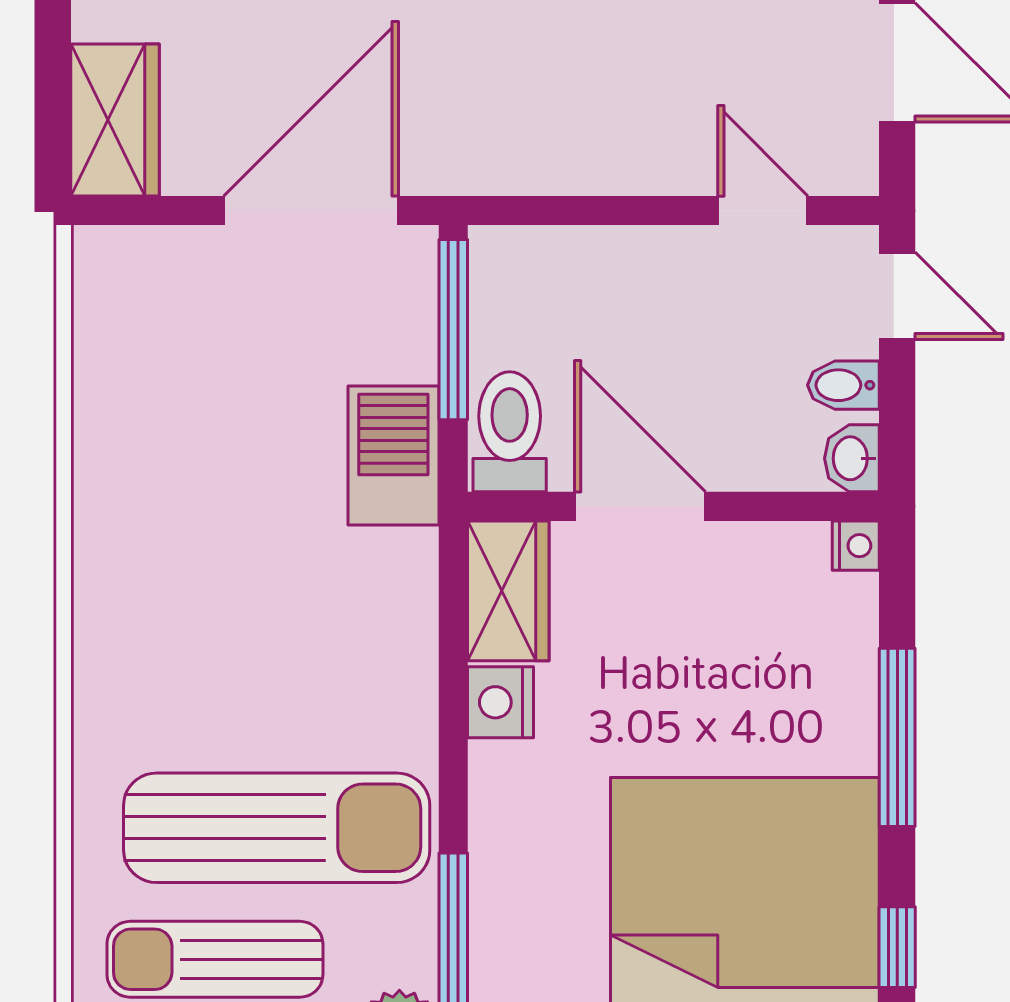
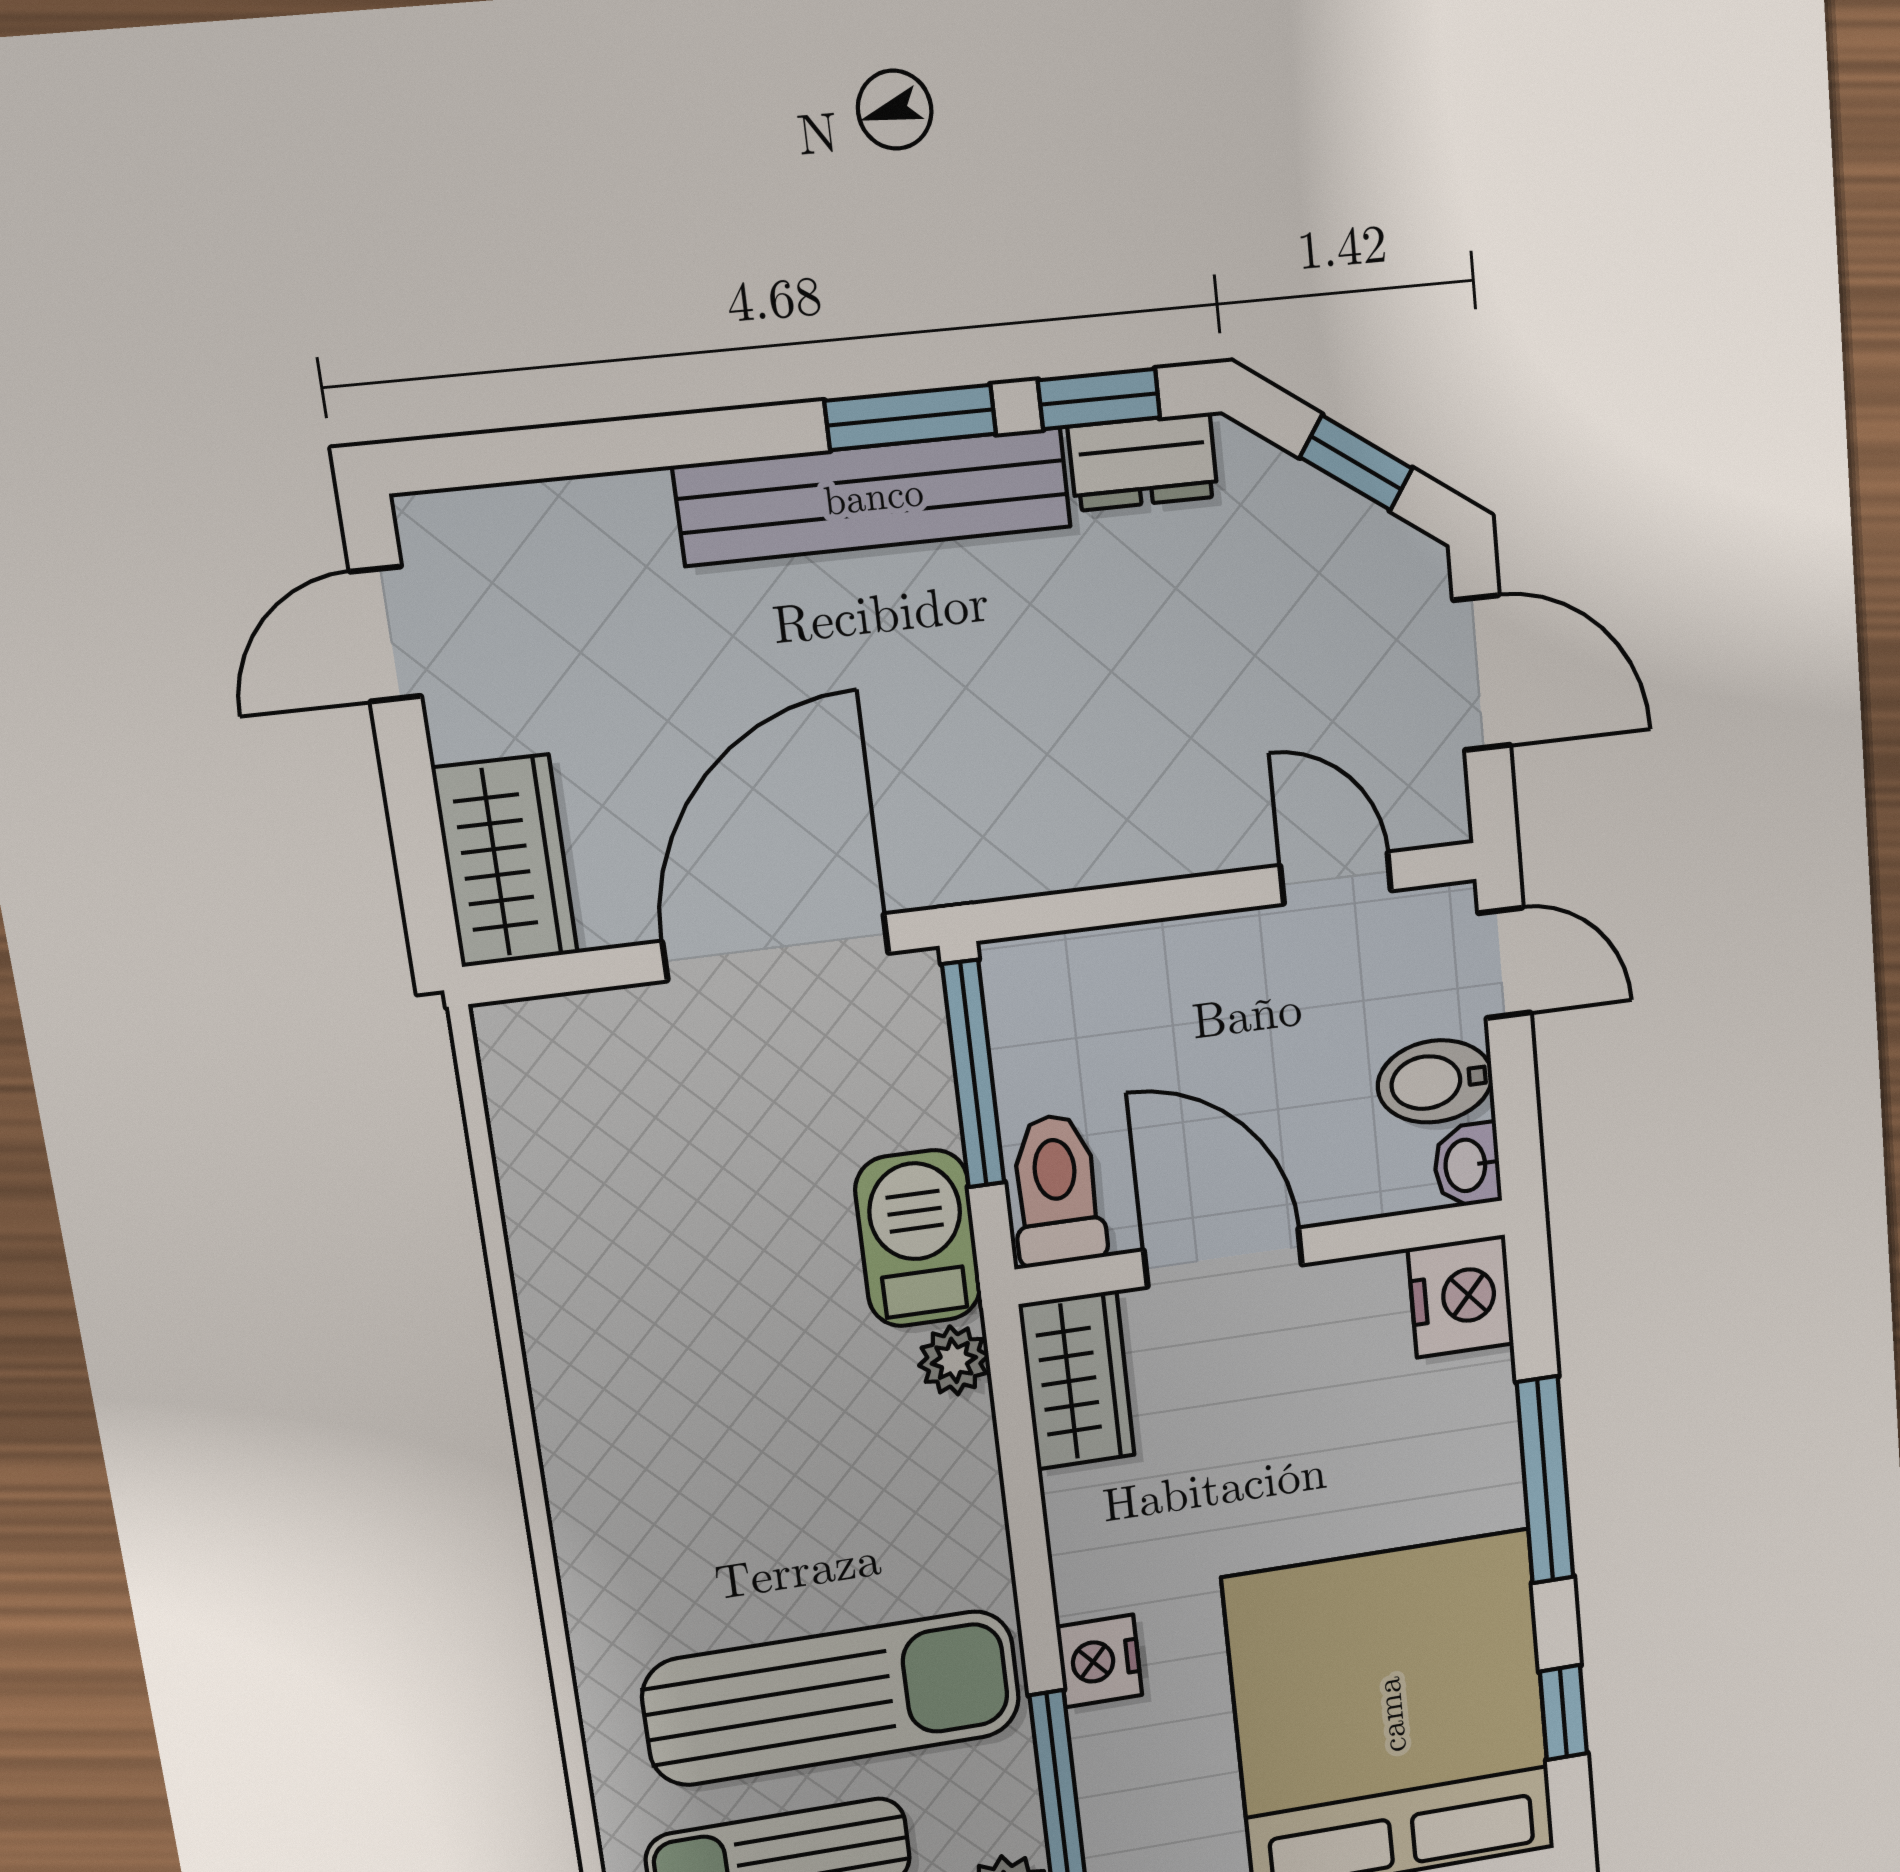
bidet: (843, 385) -> (1435, 1081), width x1.38, depth x1.36
nightstand: (856, 546) -> (1461, 1296), width x1.89, depth x1.79
plant: (410, 560) -> (954, 1360), added
nightstand: (501, 702) -> (1099, 1661), moved

